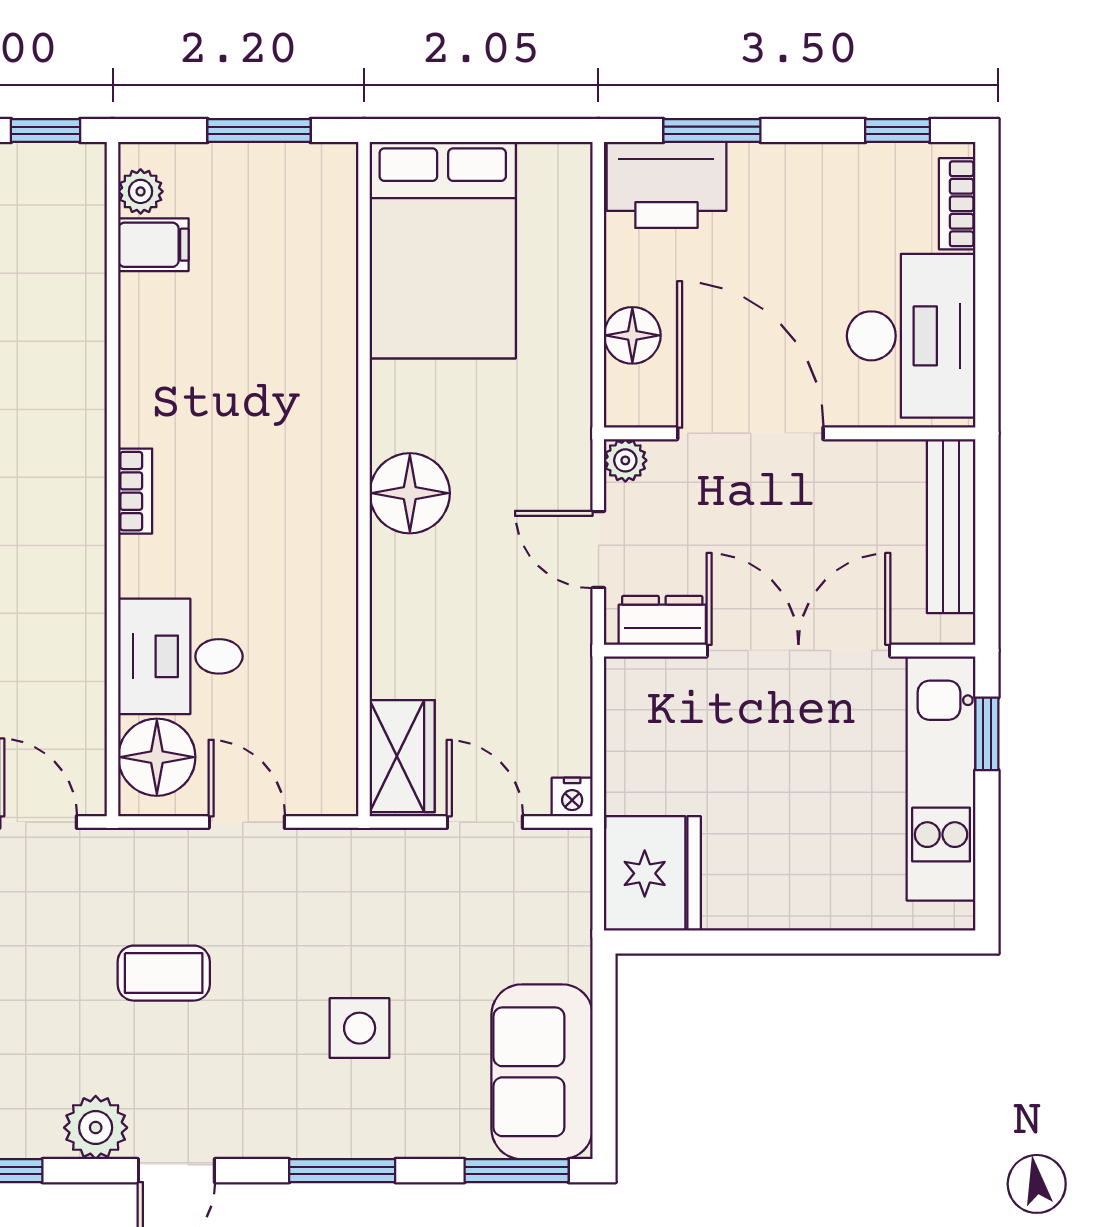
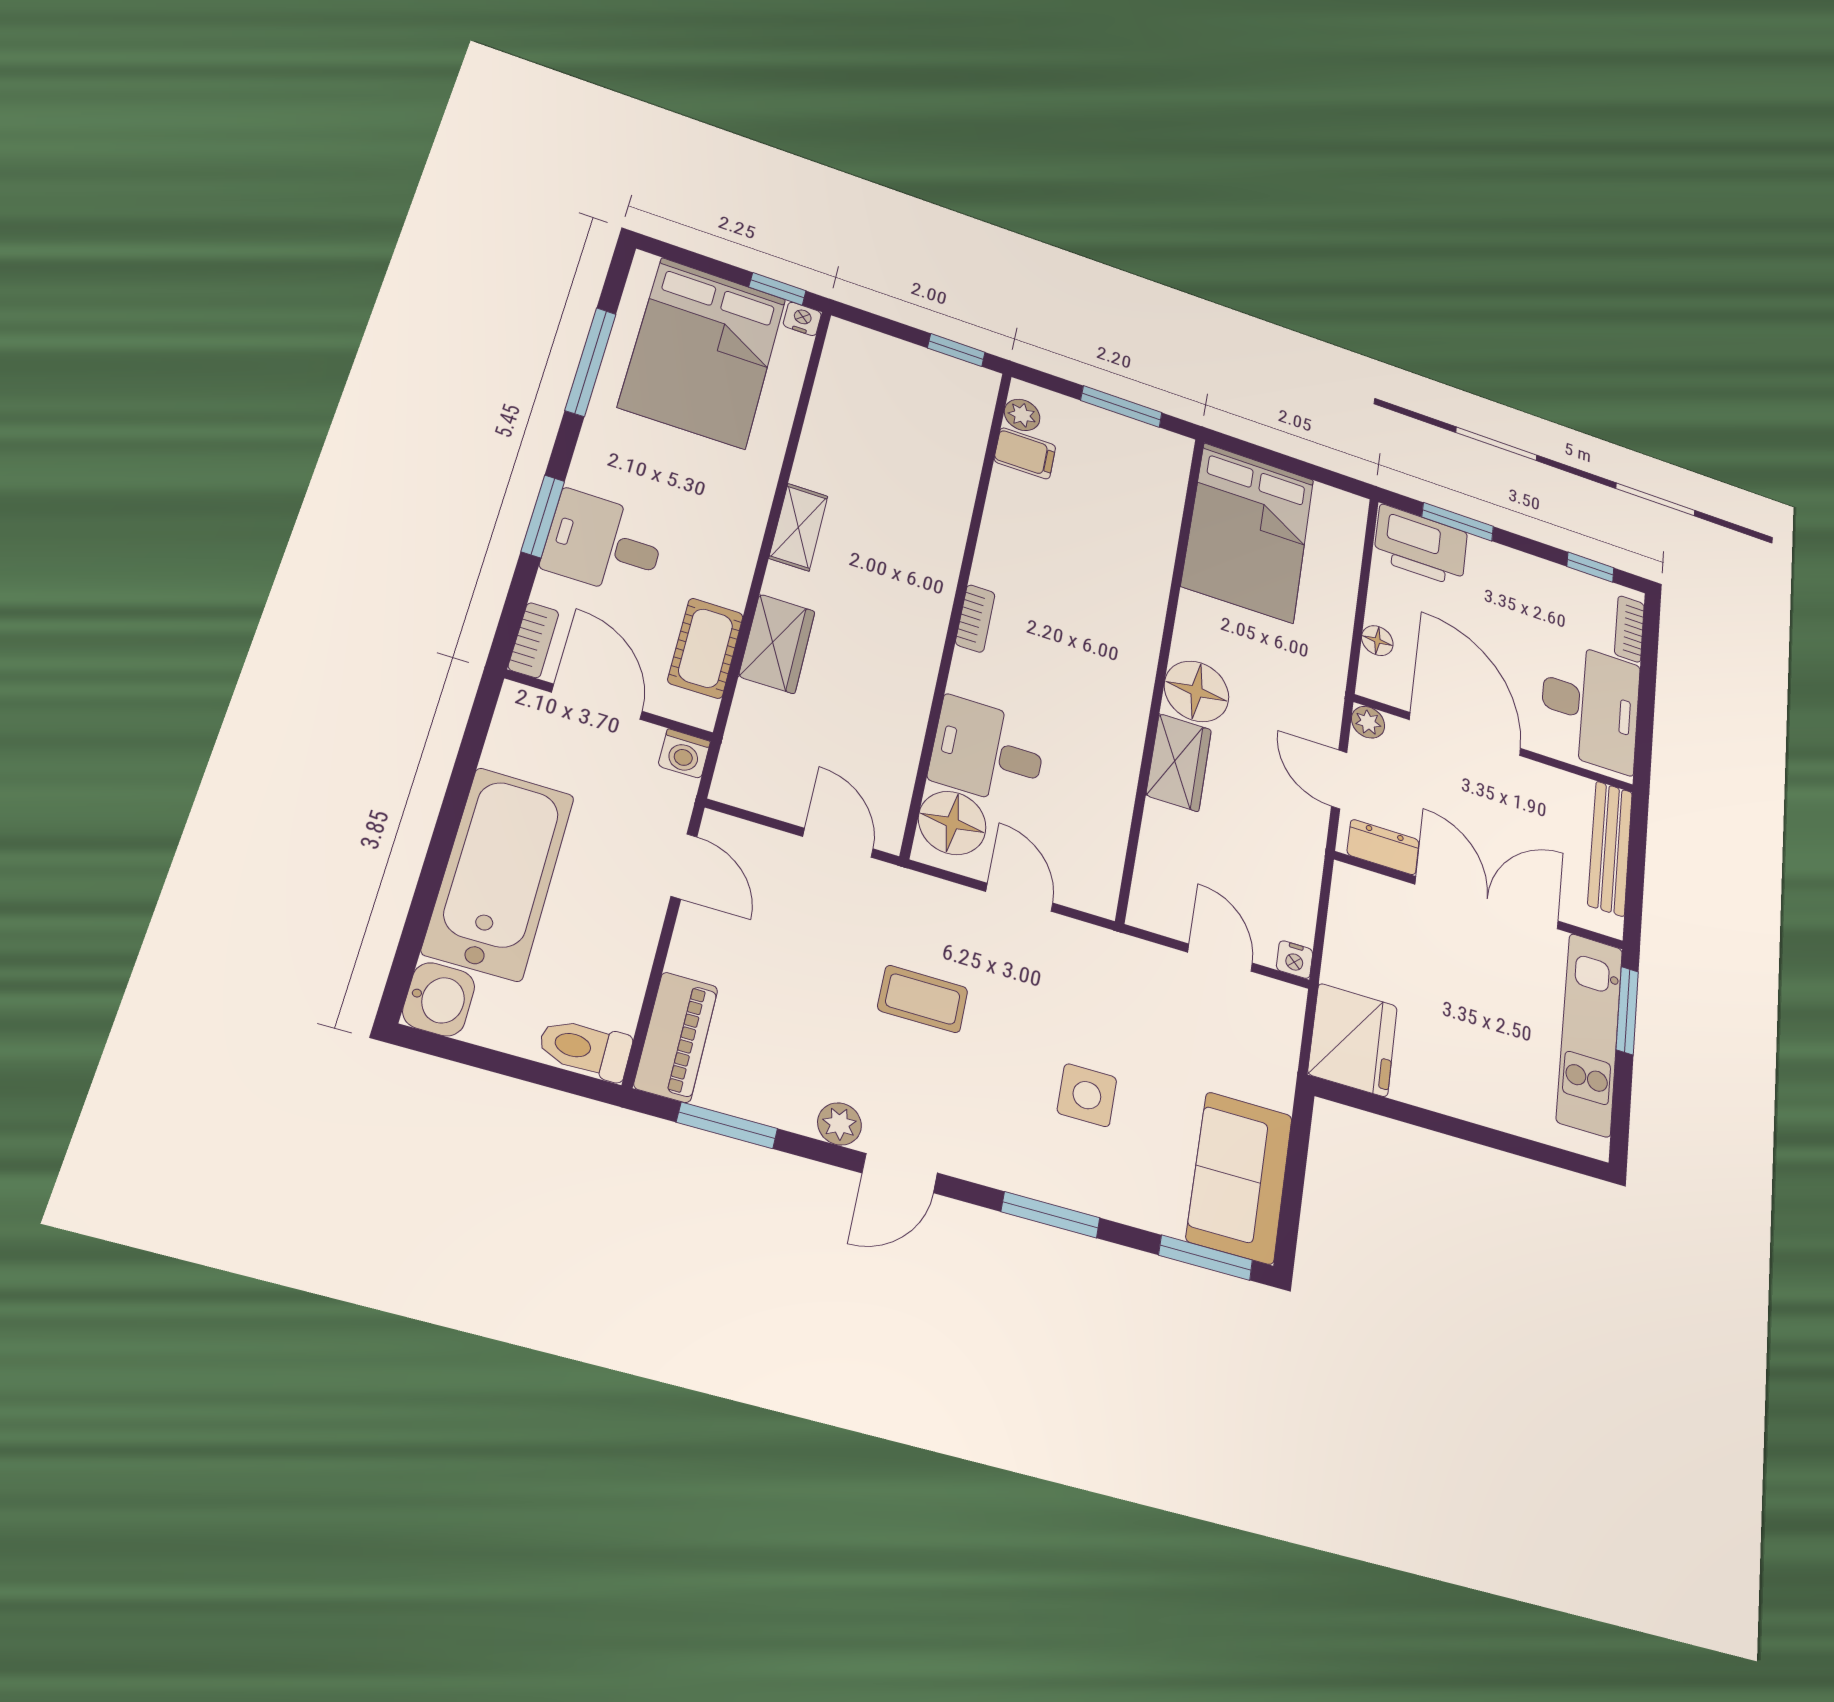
floor lamp: (632, 335) -> (1377, 641), width x0.73, depth x0.73
window: (987, 734) -> (1627, 1010), width x1.50
wardrobe: (402, 756) -> (1179, 762), moved
plant: (96, 1128) -> (839, 1124), width x0.73, depth x0.73

